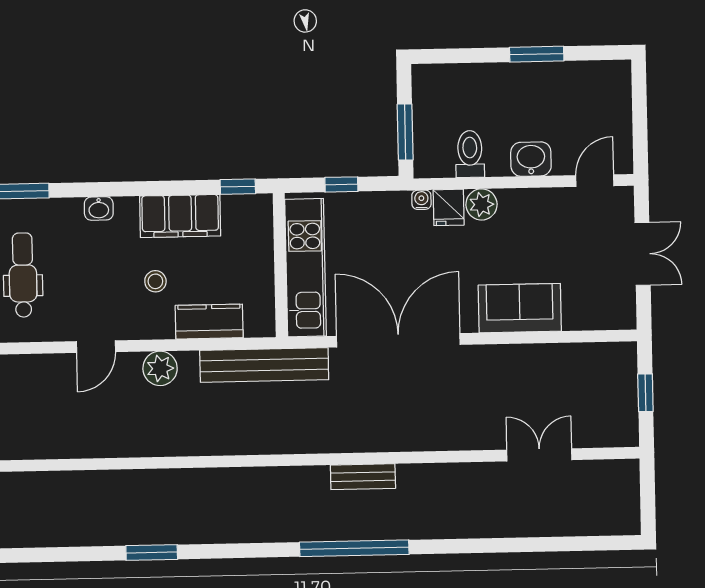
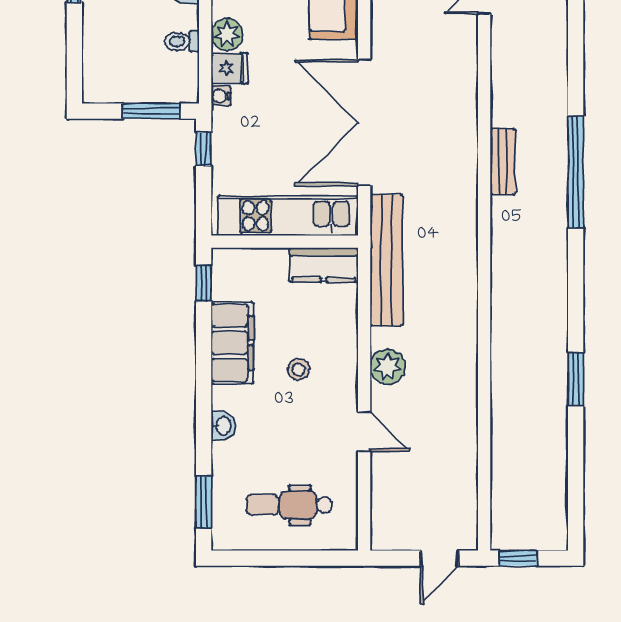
toilet: (470, 154) -> (182, 41), width x0.73, depth x0.72
window: (341, 184) -> (204, 149), moved
kitchen counter: (209, 322) -> (324, 265), moved, turned -90

